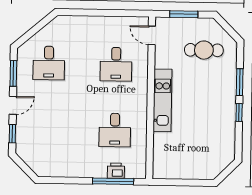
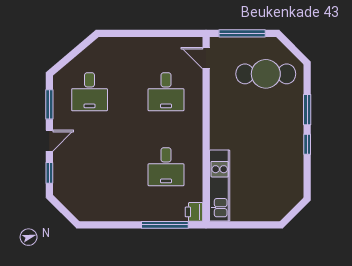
window: (184, 14) -> (242, 33), width x1.44
cafe table: (204, 50) -> (266, 74), width x1.37, depth x1.35
kitchen unit: (162, 100) -> (220, 186), moved
printer: (116, 171) -> (194, 212), moved, turned -90

